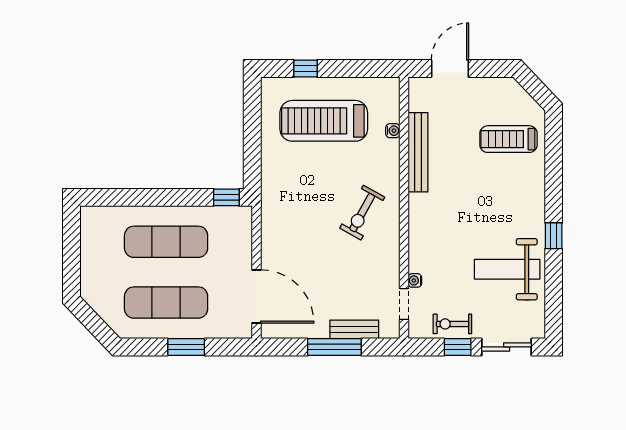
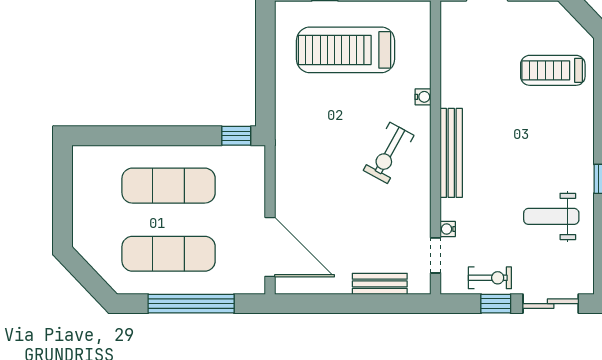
water cooler: (393, 131) -> (423, 97), moved
bench: (418, 152) -> (451, 153), moved
weight bench: (507, 269) -> (551, 216), width x0.73, depth x0.75
exercise bike: (452, 324) -> (490, 278), turned 180
window: (186, 347) -> (191, 304), width x2.11
window: (334, 347) -> (357, 304), removed

